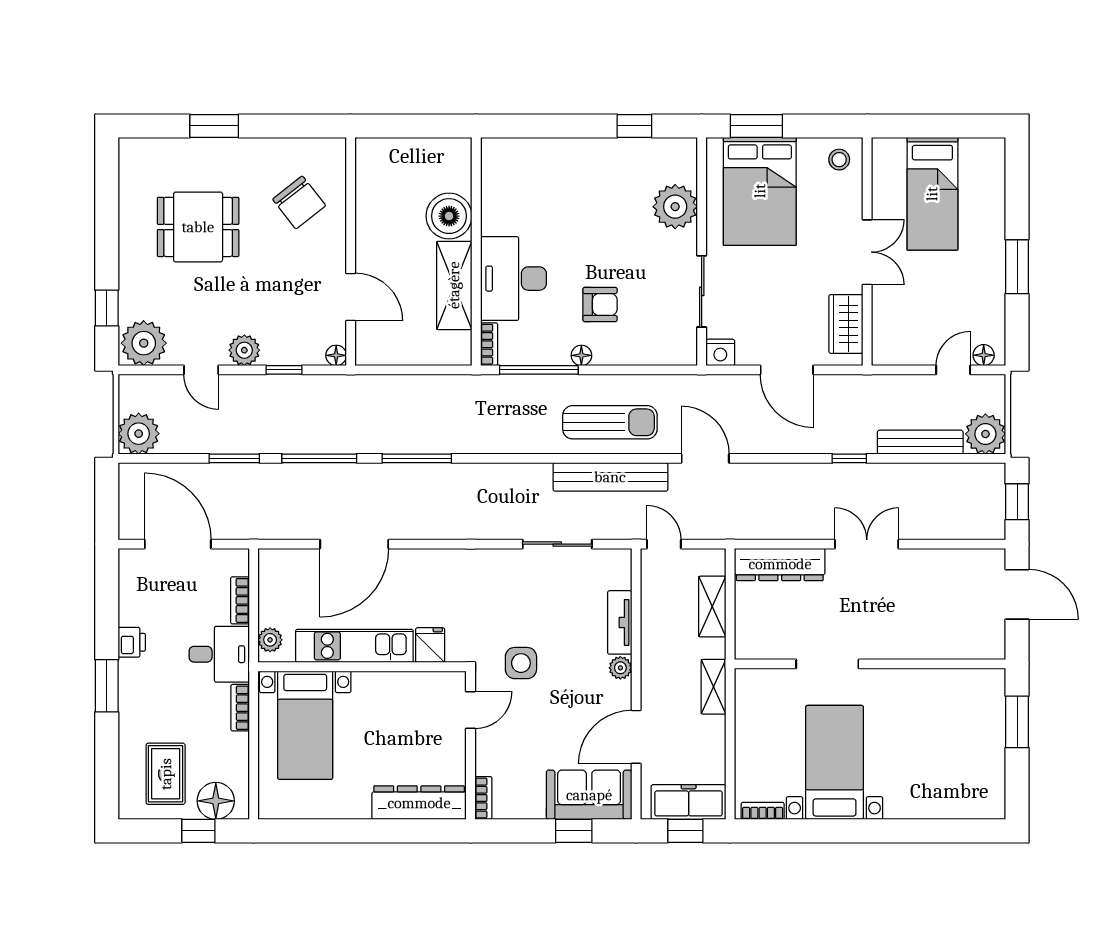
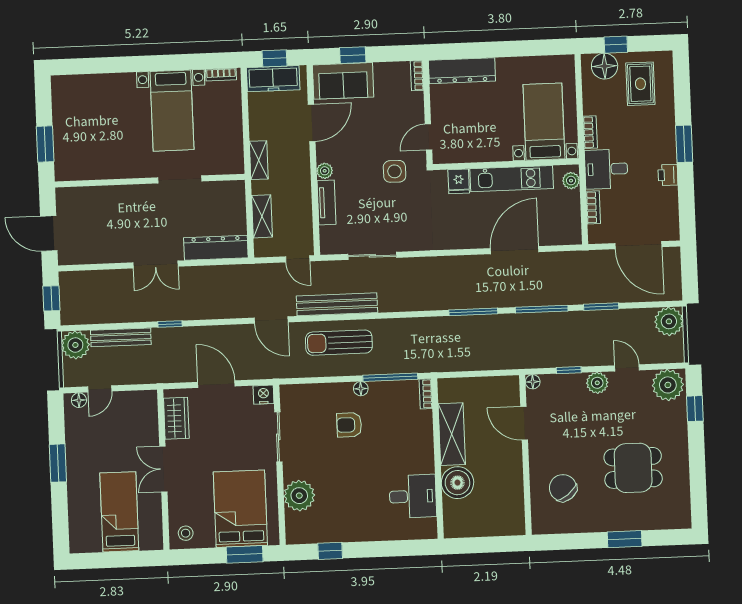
desk: (513, 279) -> (413, 496), moved, width x0.73

